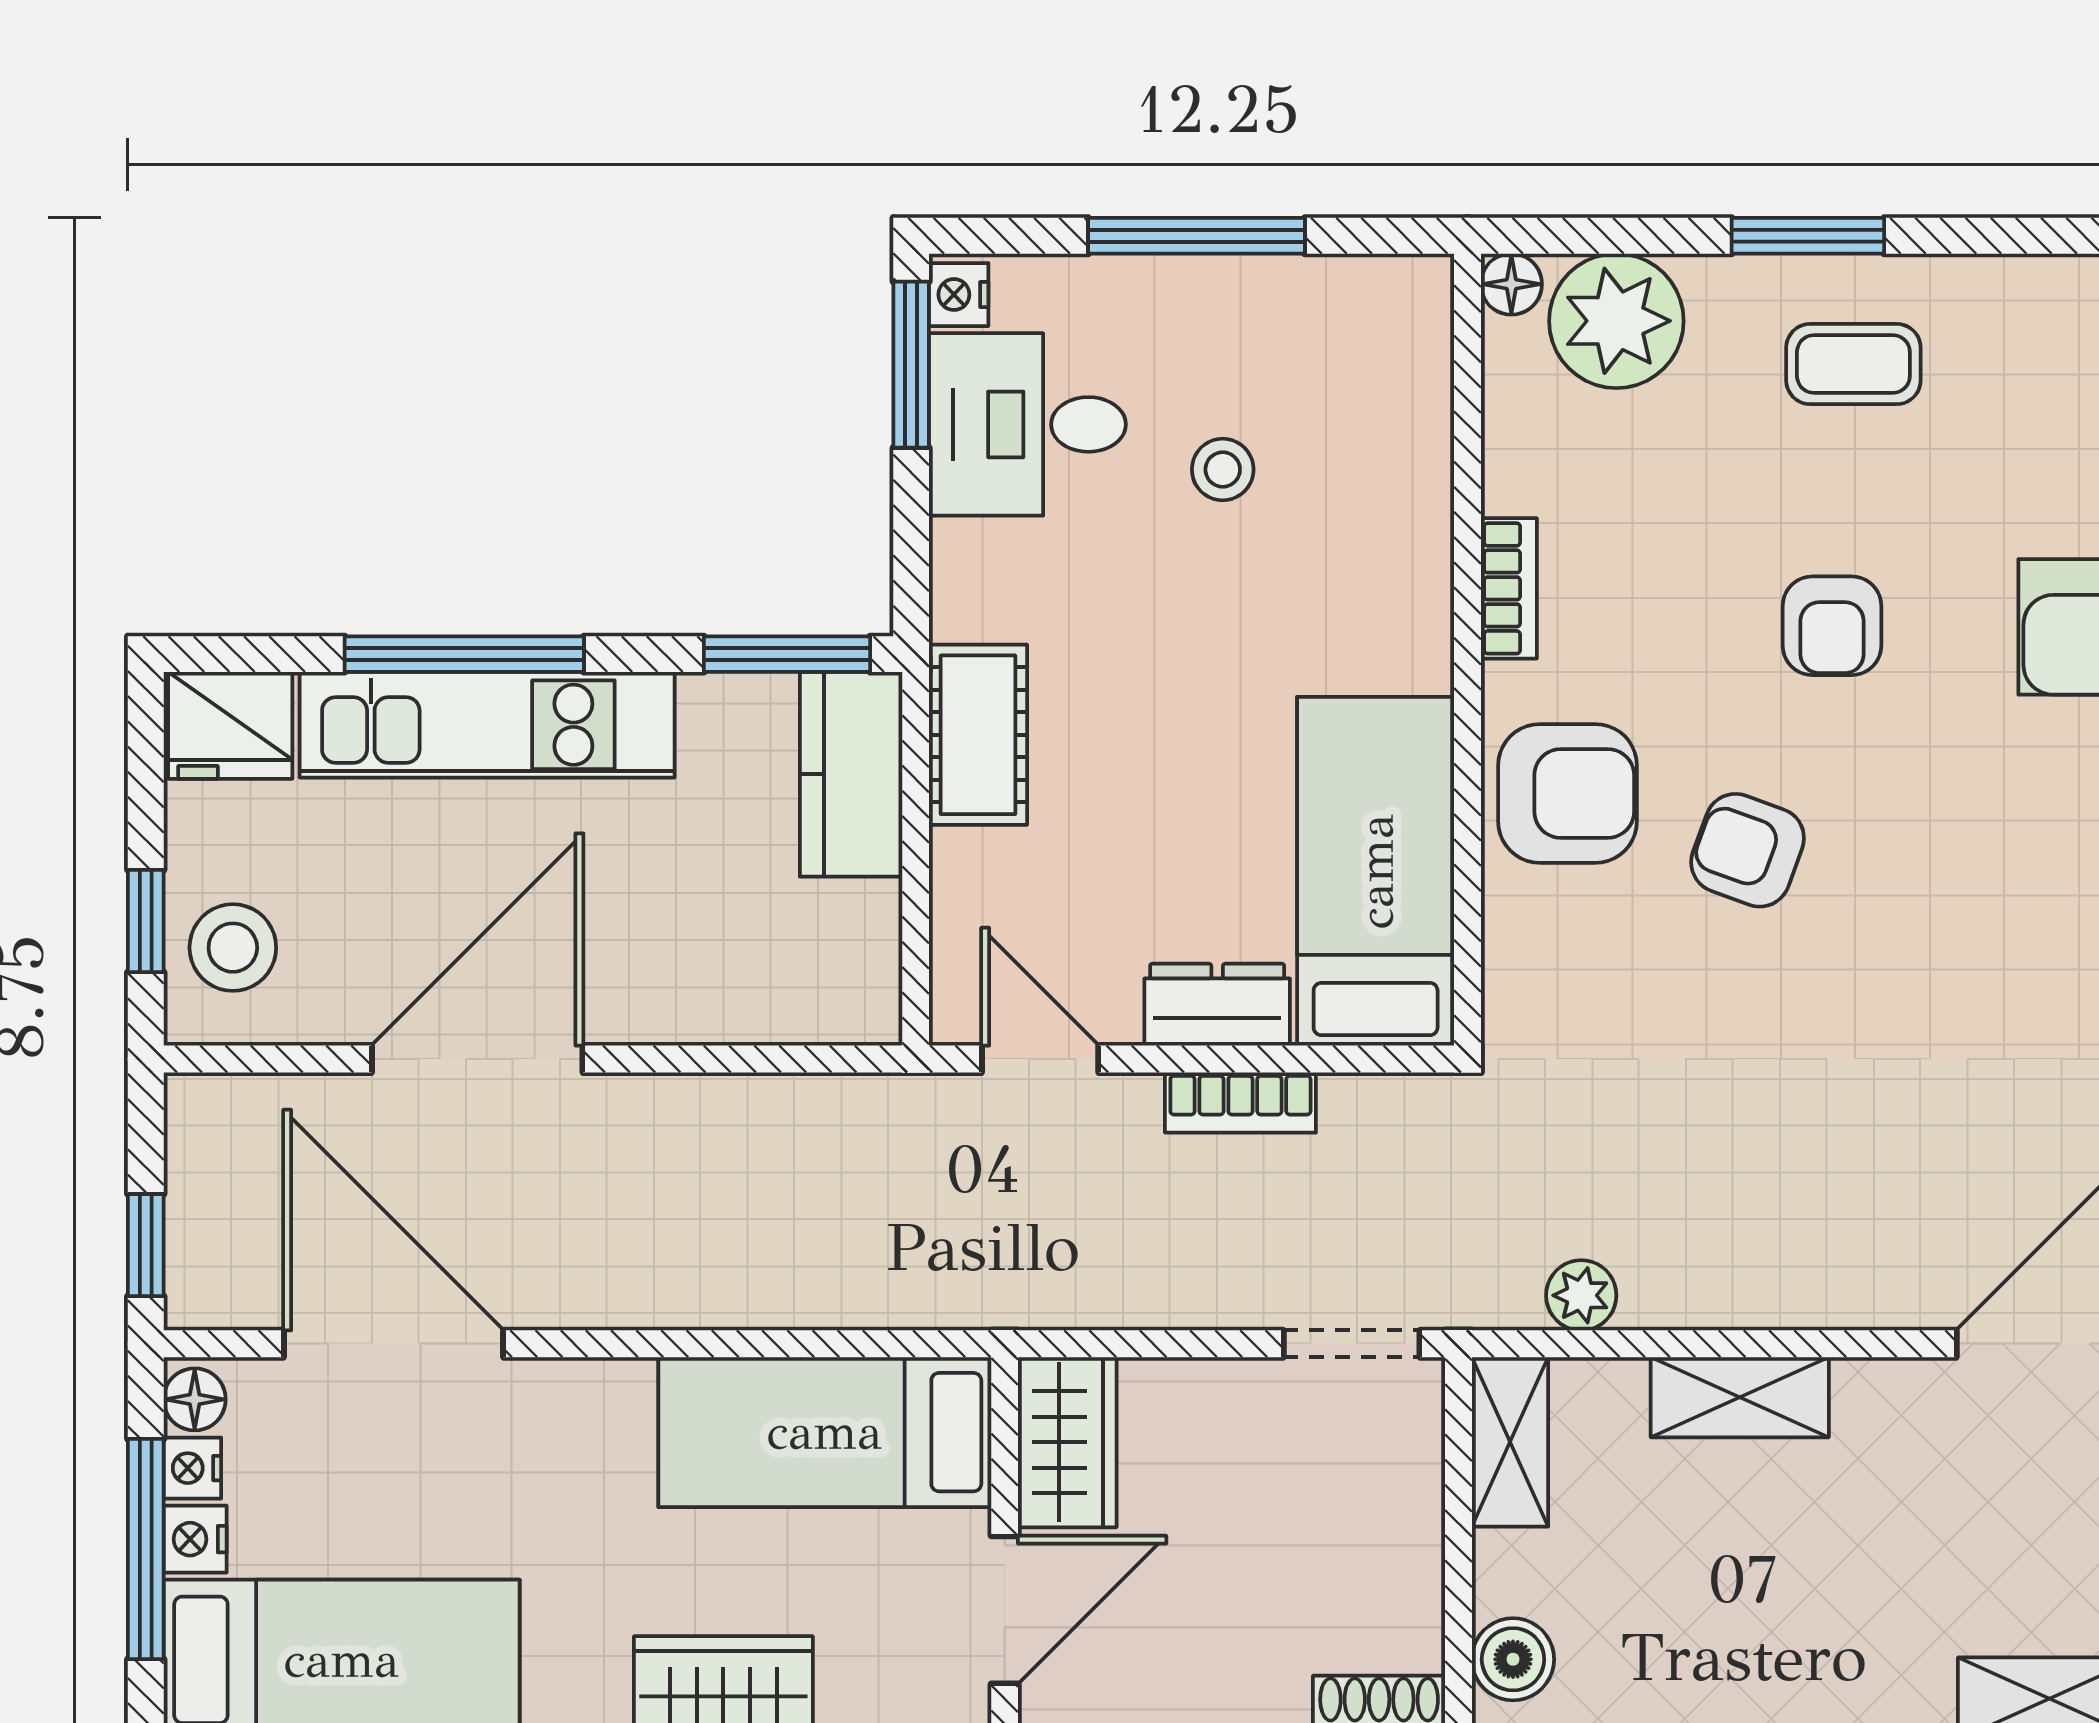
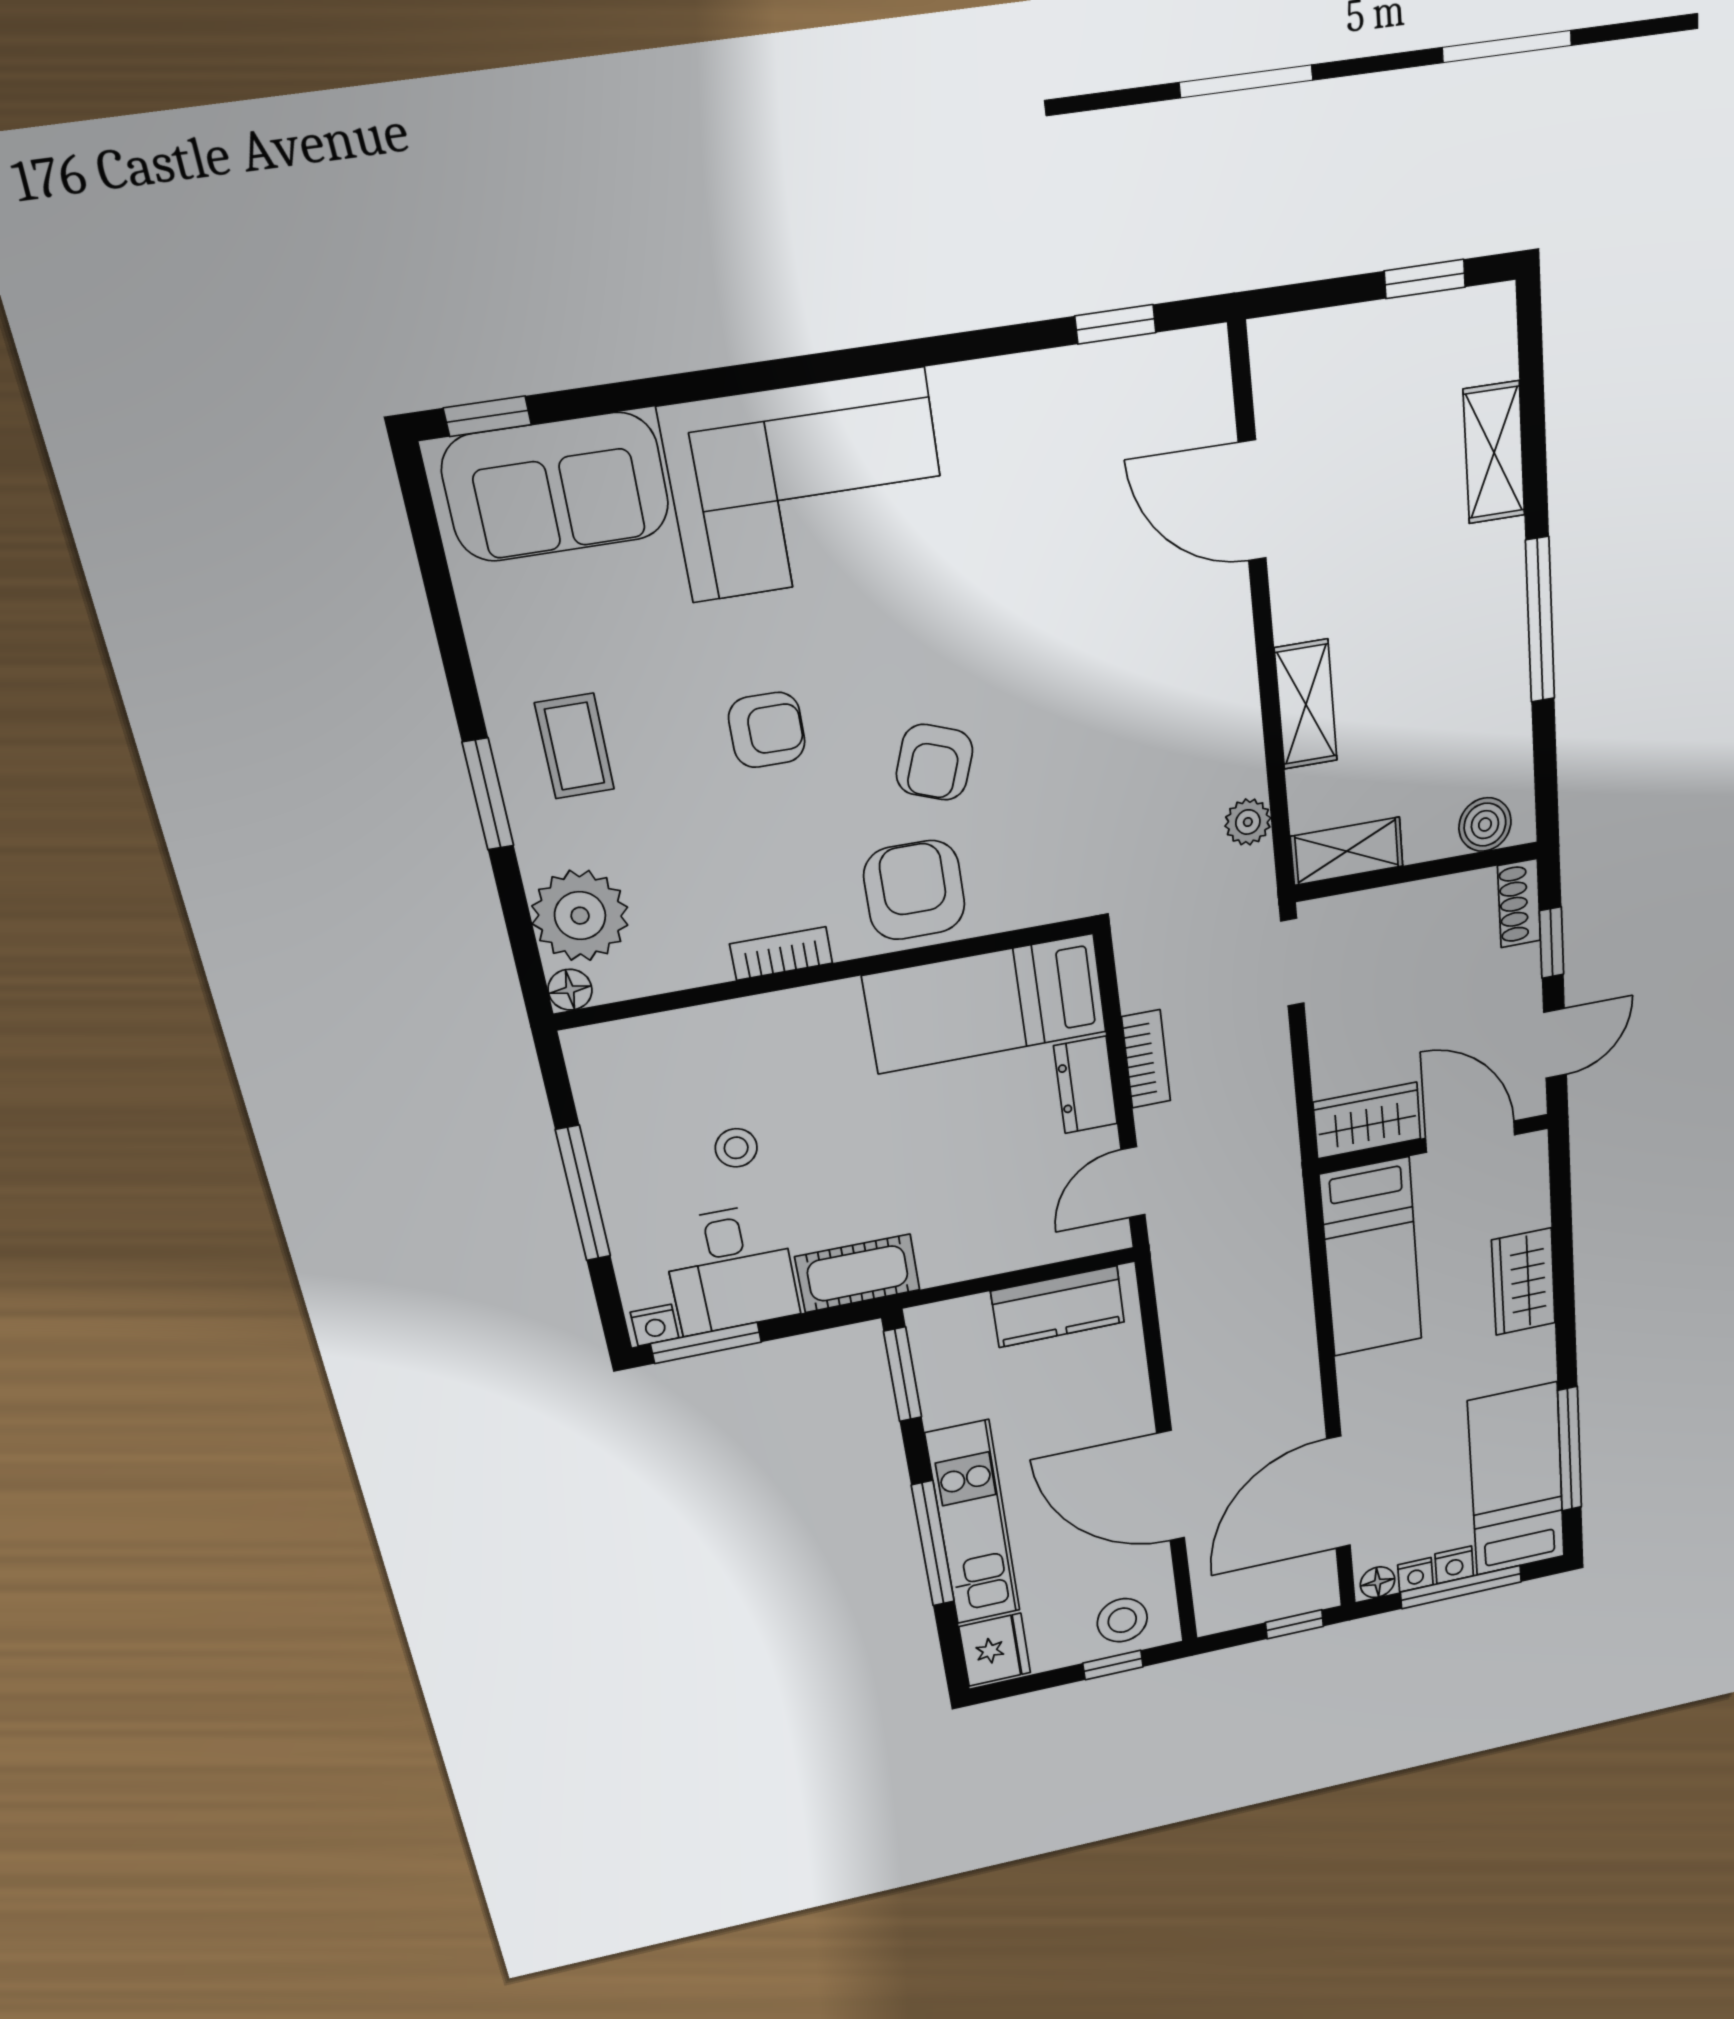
cot: (978, 735) -> (858, 1273), moved
kitchen counter: (851, 774) -> (1058, 1307), moved

